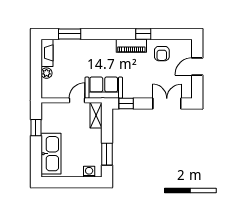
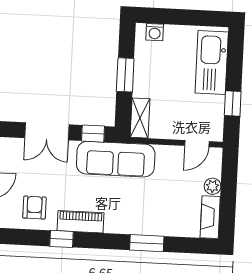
window: (70, 34) -> (147, 243), moved
sofa: (104, 88) -> (116, 159), width x1.36
door: (77, 100) -> (197, 144), moved
double door: (167, 104) -> (47, 131), moved
window: (107, 154) -> (125, 75), moved

